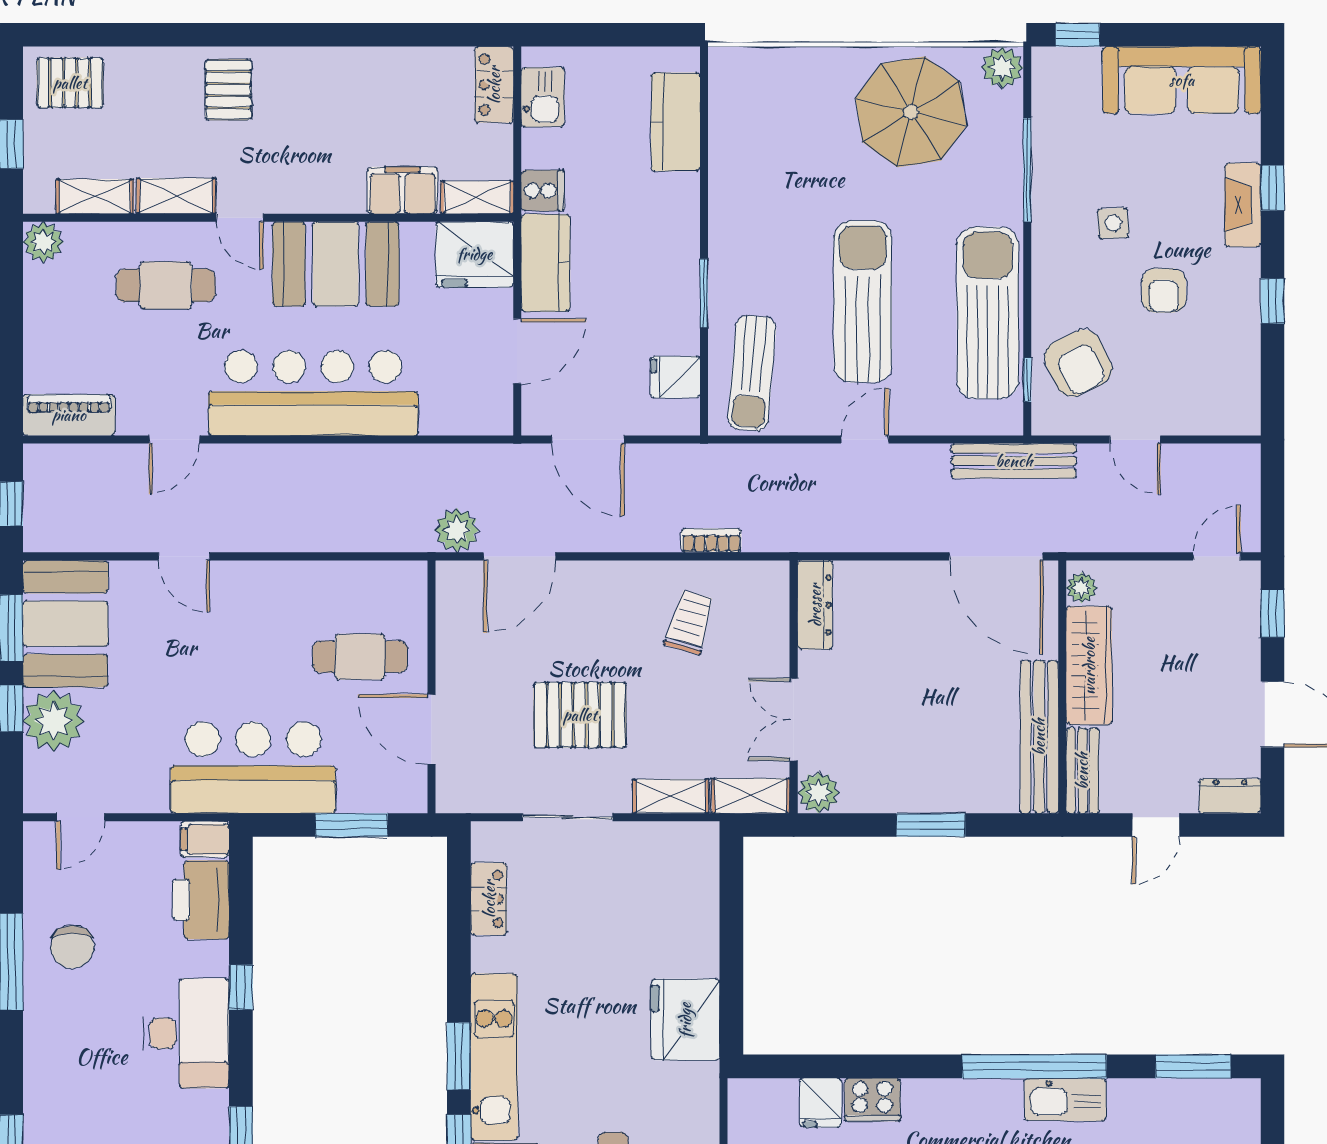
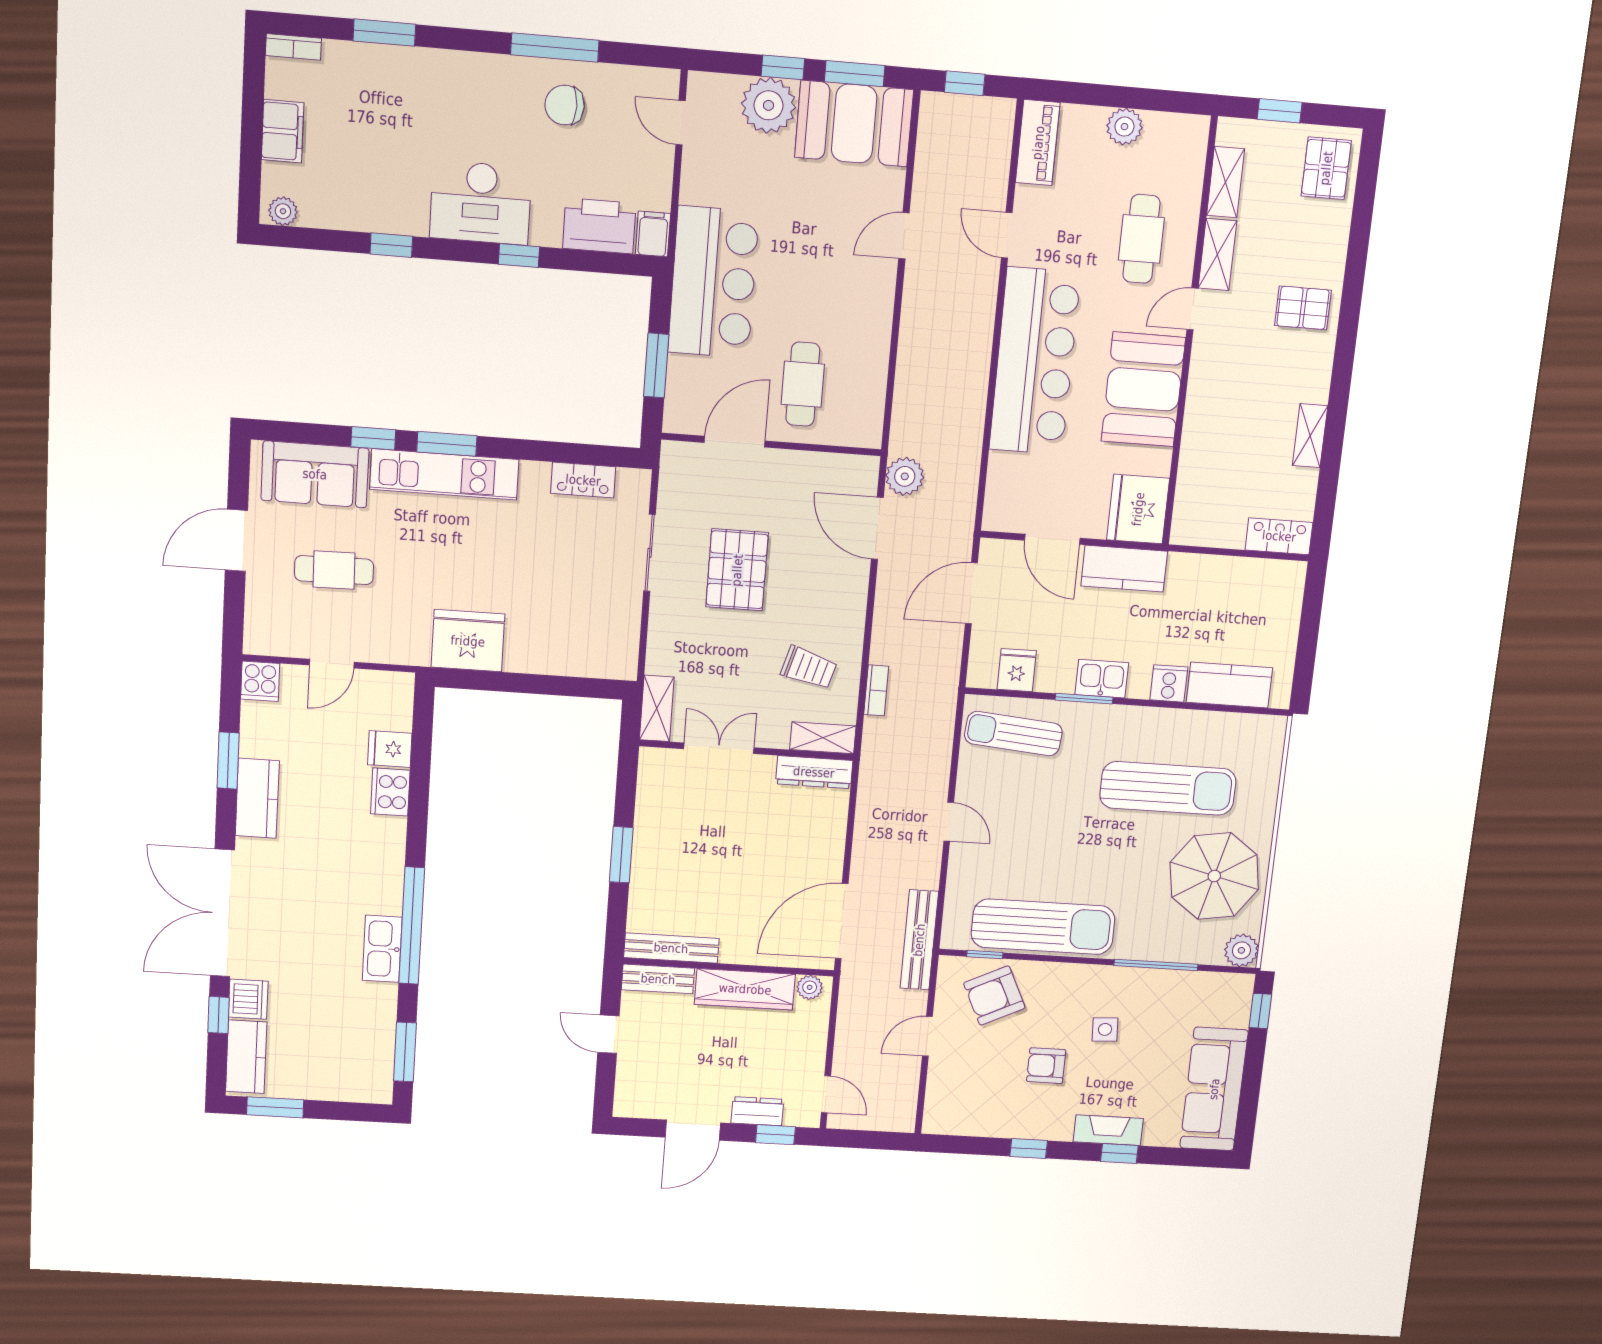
kitchen sink: (543, 97) -> (1102, 679), moved, turned 180
filing cabinet: (402, 190) -> (1199, 452), removed
cooker: (543, 191) -> (1169, 683), moved, turned 180
shelving: (477, 197) -> (1310, 436), moved
plant: (43, 242) -> (1124, 127), moved
sun lounger: (863, 302) -> (1168, 788), moved
bench: (1039, 737) -> (671, 948), width x0.73, depth x0.82
plant: (818, 792) -> (655, 765), removed
shelving: (671, 796) -> (823, 738), moved, turned 90
dresser: (1230, 796) -> (757, 1111), moved, turned -90

